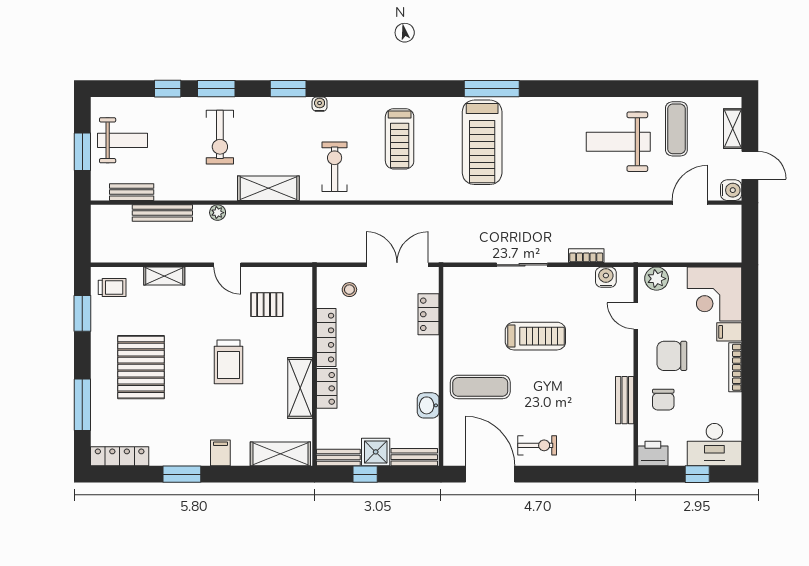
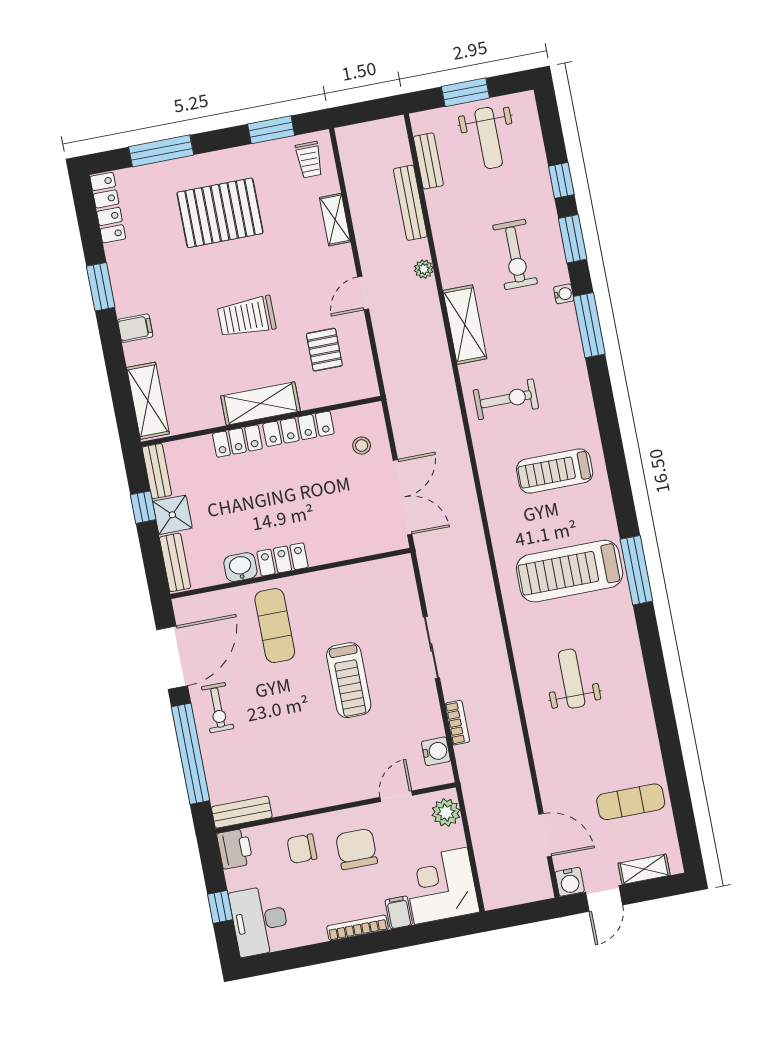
window: (288, 89) -> (589, 325), width x1.44
water cooler: (320, 104) -> (564, 294), moved
exercise bike: (220, 137) -> (515, 254), turned -90
weight bench: (618, 142) -> (572, 679), moved, width x0.73, depth x0.75
locker: (428, 314) -> (283, 559), moved
shelving: (300, 388) -> (261, 404), moved
bench: (625, 400) -> (242, 812), moved
window: (570, 474) -> (191, 754), added

